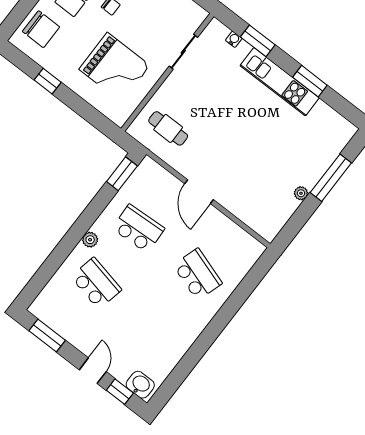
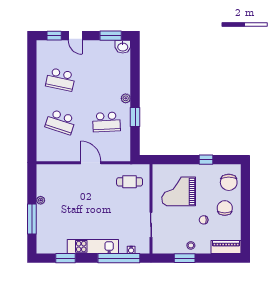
chair: (41, 29) -> (229, 182), turned -90
window: (258, 41) -> (119, 258), width x2.11
window: (310, 81) -> (66, 258), moved
window: (122, 174) -> (135, 117), moved
school desk: (96, 283) -> (60, 79), moved
washbasin: (140, 385) -> (123, 47), moved

